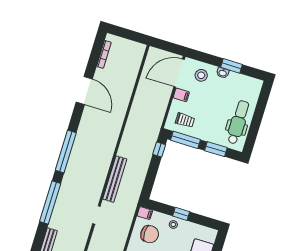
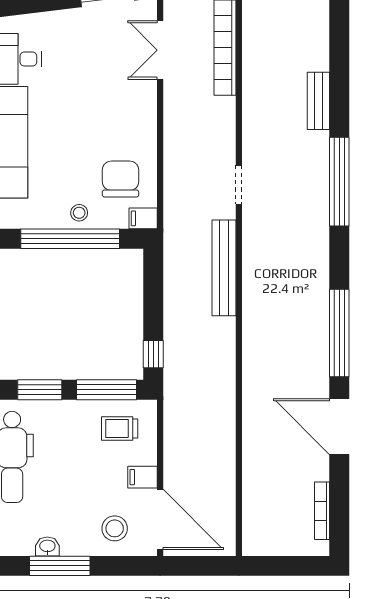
window: (232, 66) -> (60, 566), width x1.44
door: (179, 73) -> (160, 519), hinge flipped
washbasin: (223, 73) -> (47, 546), moved
window: (66, 151) -> (339, 333), moved
window: (181, 214) -> (70, 239), width x3.17
chair: (150, 234) -> (120, 179), turned 90

